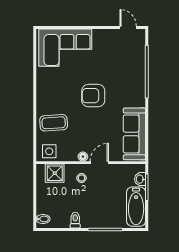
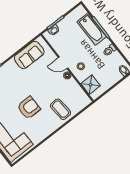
armchair: (93, 96) -> (29, 108), moved, turned -90
sofa: (134, 134) -> (29, 55), width x0.73
side table: (49, 151) -> (80, 98), removed
bathtub: (136, 207) -> (92, 29), moved, turned 90

